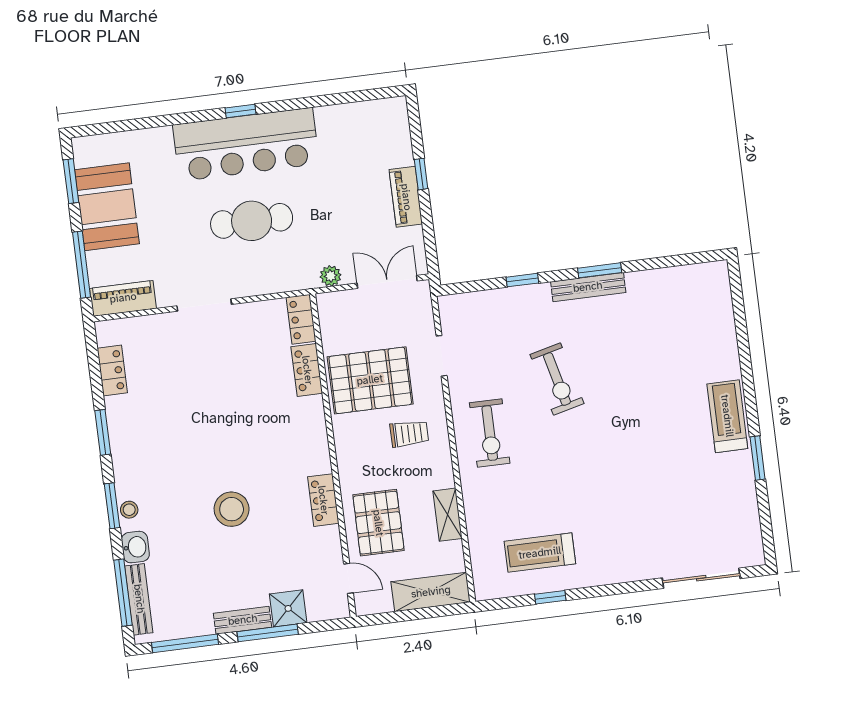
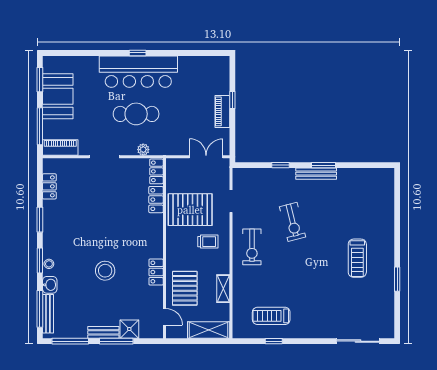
plant: (331, 276) -> (143, 150), moved
treadmill: (727, 416) -> (357, 258), moved, turned 180

